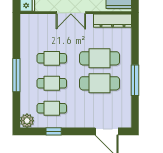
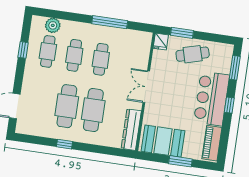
window: (16, 75) -> (110, 22), moved
window: (135, 80) -> (65, 144), width x0.46
plant: (27, 121) -> (53, 25), moved

